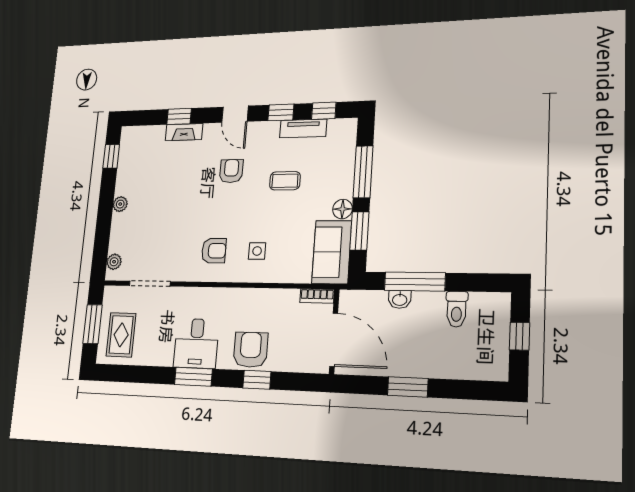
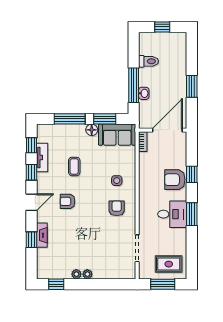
plant: (114, 262) -> (76, 274), moved

